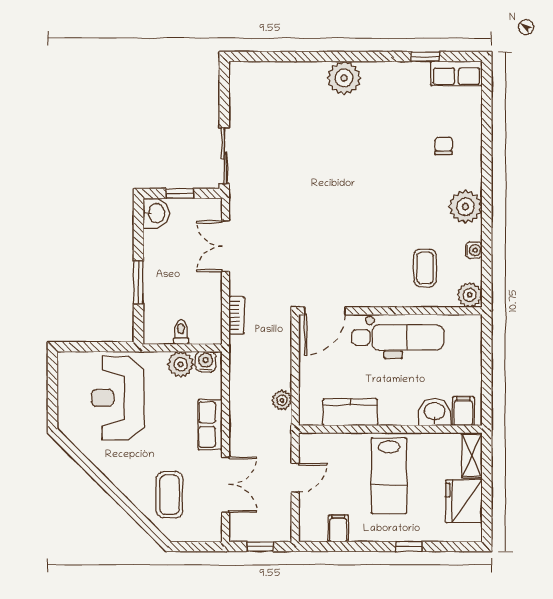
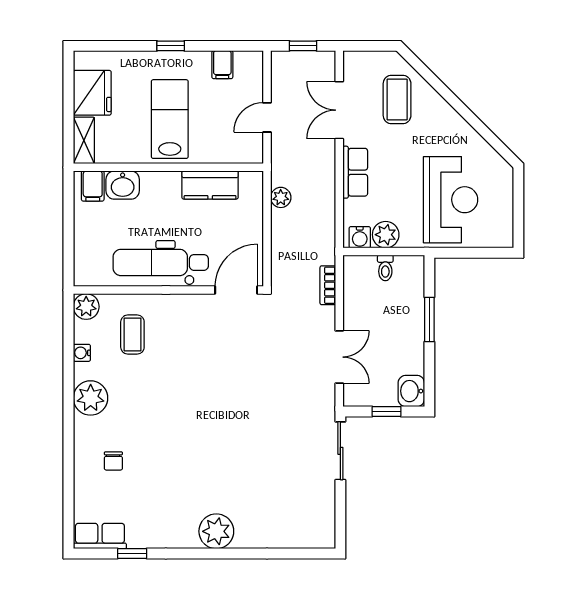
window: (409, 546) -> (171, 46), moved

